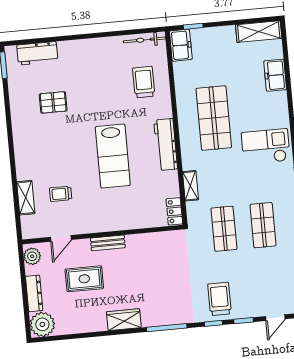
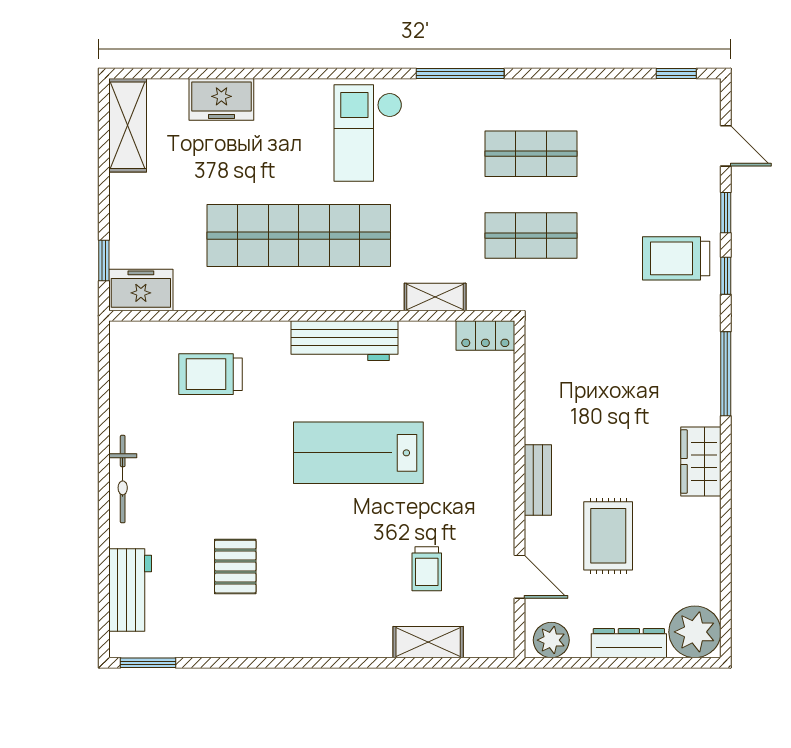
bicycle: (144, 40) -> (123, 479), moved
shop shelf: (214, 118) -> (299, 236), width x1.40
lab bench: (113, 156) -> (358, 453), turned 180

